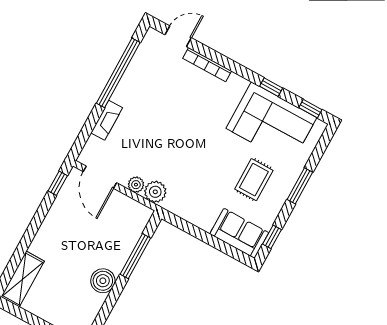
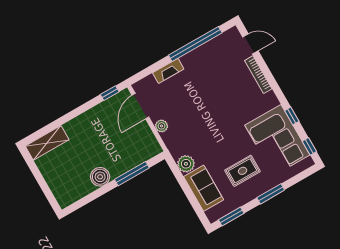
plant: (155, 192) -> (186, 164), moved
sofa: (239, 233) -> (204, 188), moved
window: (272, 237) -> (231, 217), width x1.50

